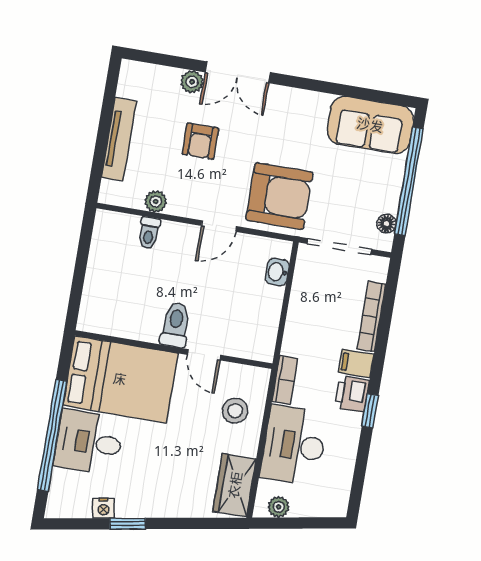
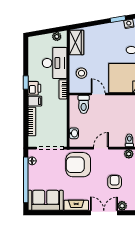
fireplace: (300, 101) -> (76, 205), added
toilet: (175, 325) -> (84, 104), moved

